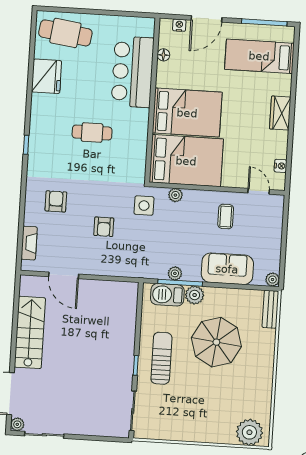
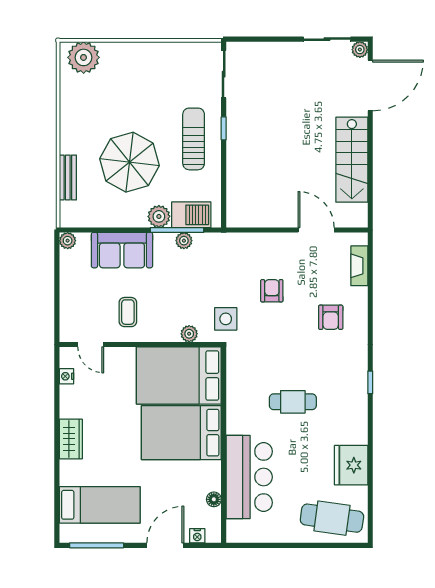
bench: (270, 309) -> (68, 177), moved
sun lounger: (161, 358) -> (194, 139), turned 180

